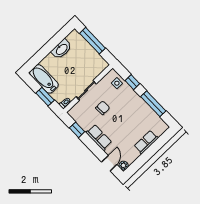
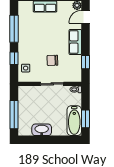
window: (45, 97) -> (85, 119), moved

